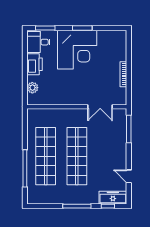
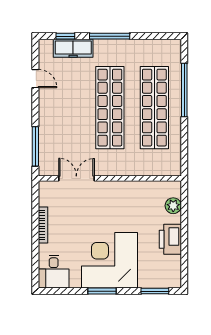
desk: (38, 42) -> (54, 272), moved, turned 90
freezer: (113, 198) -> (73, 48), moved

